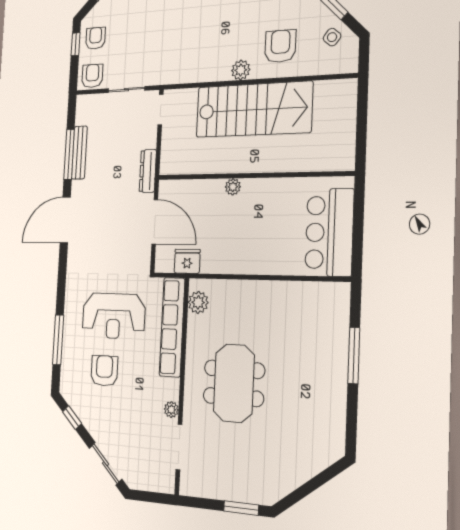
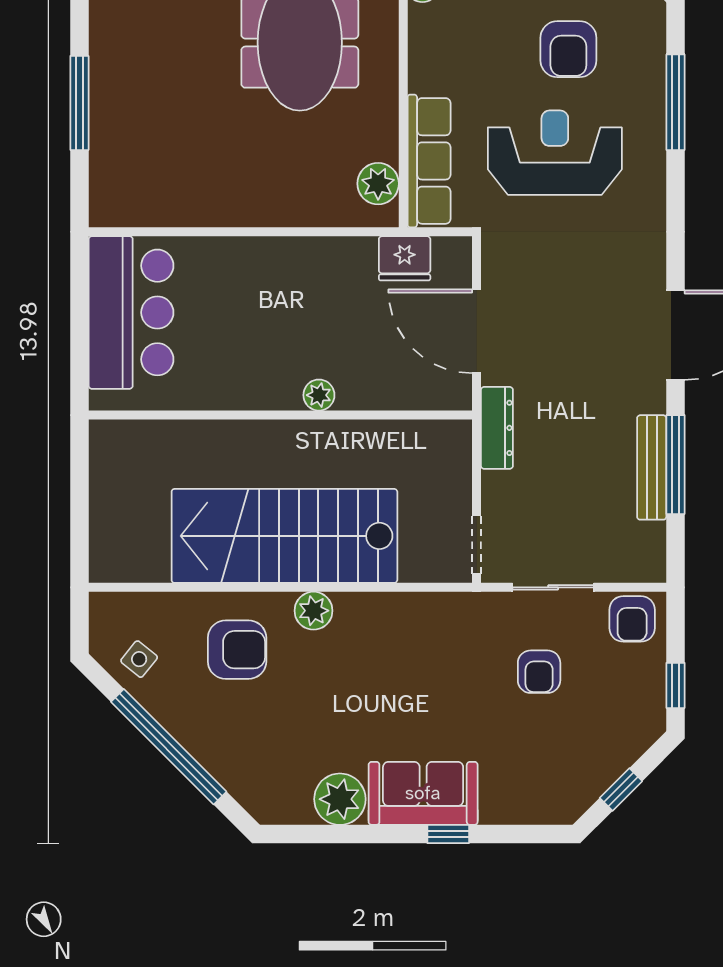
armchair: (95, 38) -> (539, 672), moved
armchair: (280, 46) -> (237, 650), turned -90
row of seats: (172, 327) -> (429, 161), width x0.73

